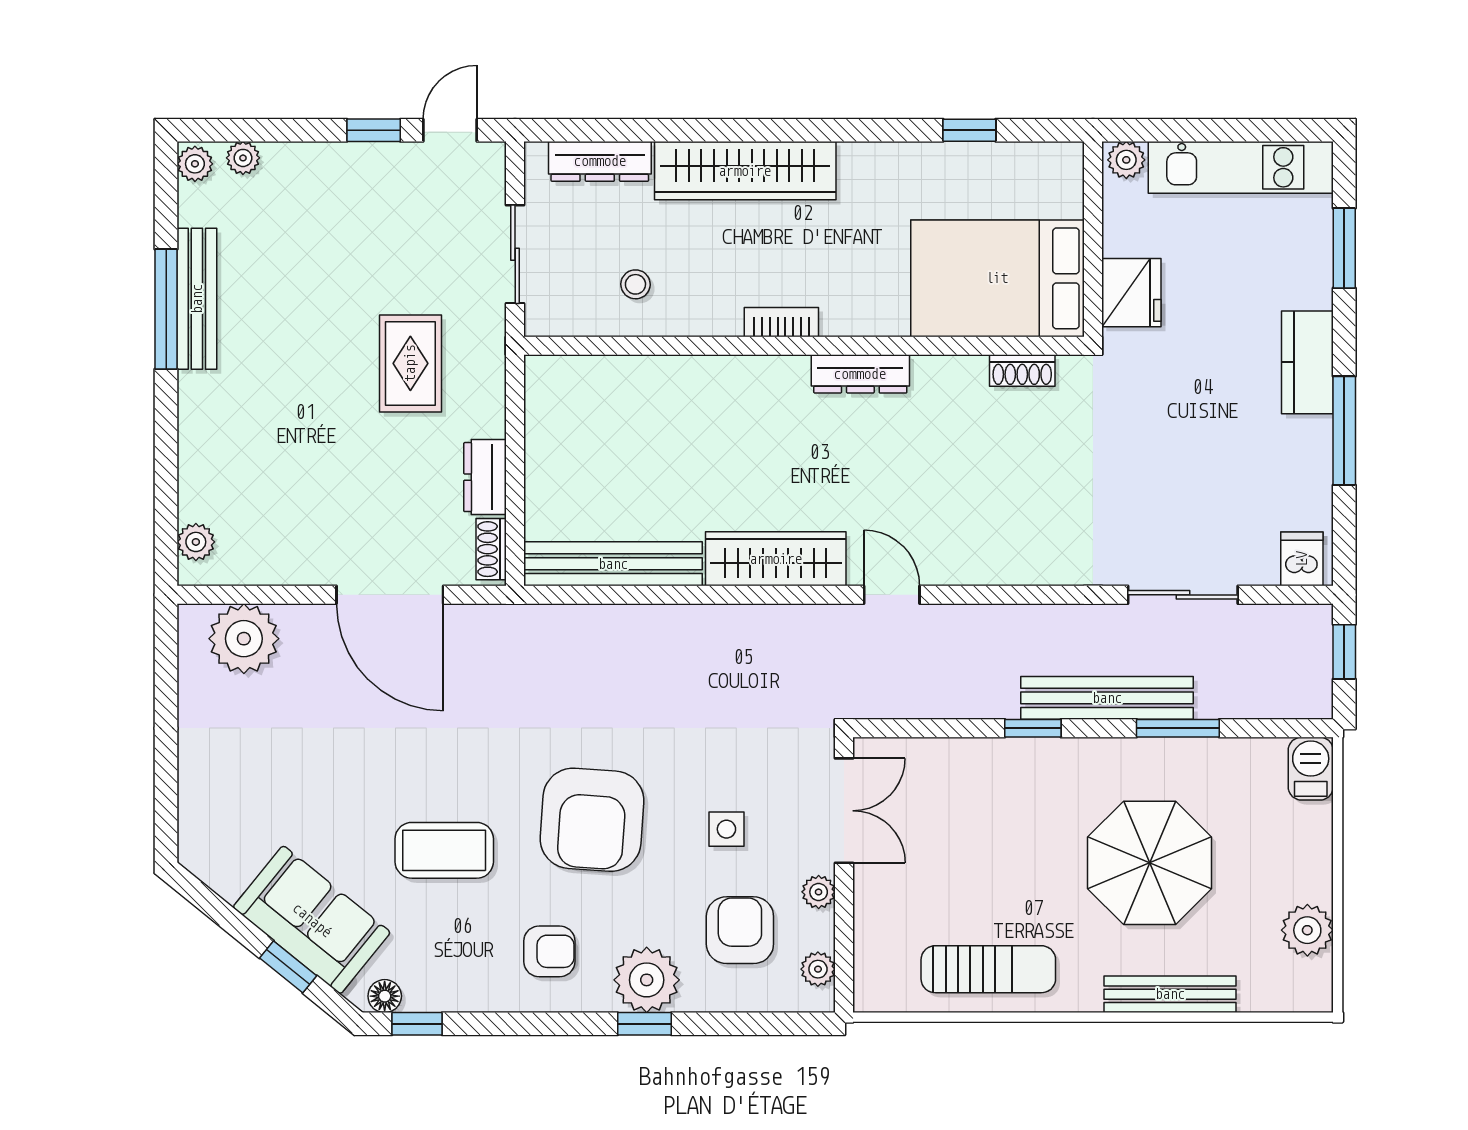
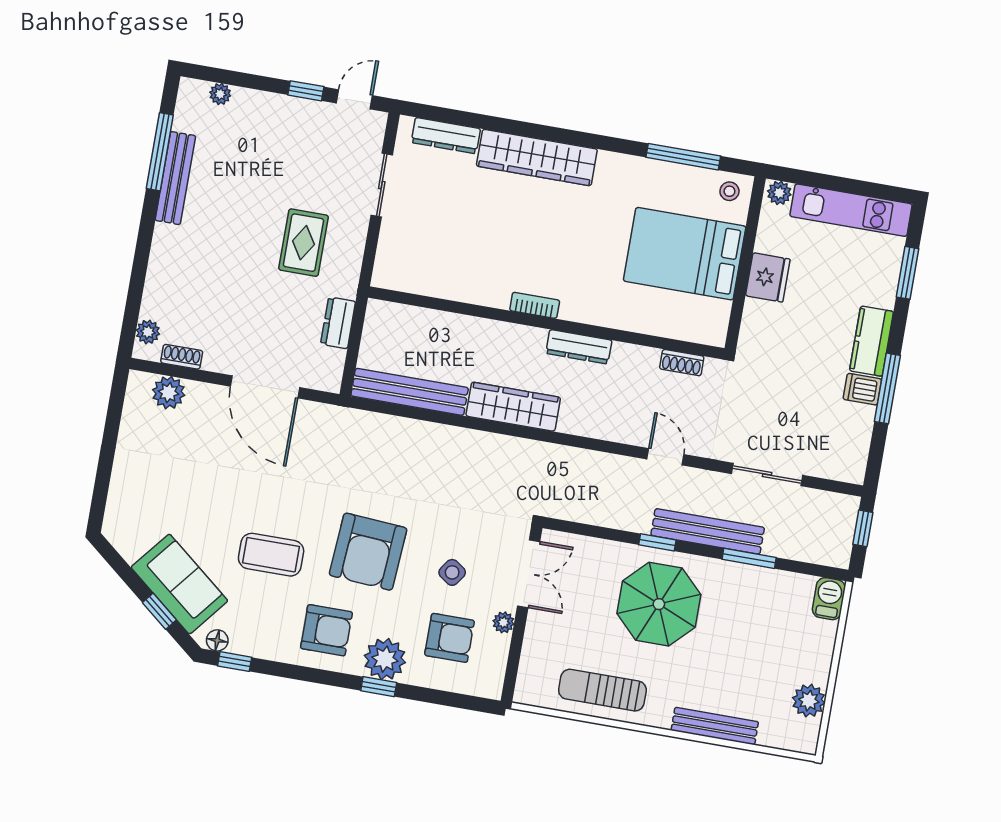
window: (969, 130) -> (683, 157), width x2.17
plant: (195, 164) -> (189, 92), removed
stool: (635, 284) -> (729, 191), moved
window: (166, 309) -> (160, 152), moved
bookcase: (781, 322) -> (535, 305), moved
wall: (804, 346) -> (546, 323), moved
shoe rack: (1022, 371) -> (682, 363), moved
dresser: (860, 374) -> (579, 347), moved
shoe rack: (491, 549) -> (182, 357), moved, turned 90
dishwasher: (1302, 559) -> (862, 389), moved, turned -90
door: (892, 595) -> (665, 457), moved
plant: (244, 639) -> (169, 393), width x0.73, depth x0.73
side table: (726, 829) -> (452, 572), turned 35
parasol: (1150, 863) -> (659, 604), moved
armchair: (740, 930) -> (449, 638), turned 90
armchair: (549, 951) -> (326, 630), width x1.38, depth x1.38
plant: (818, 969) -> (495, 671), removed
sun lounger: (988, 969) -> (602, 690), turned 180

